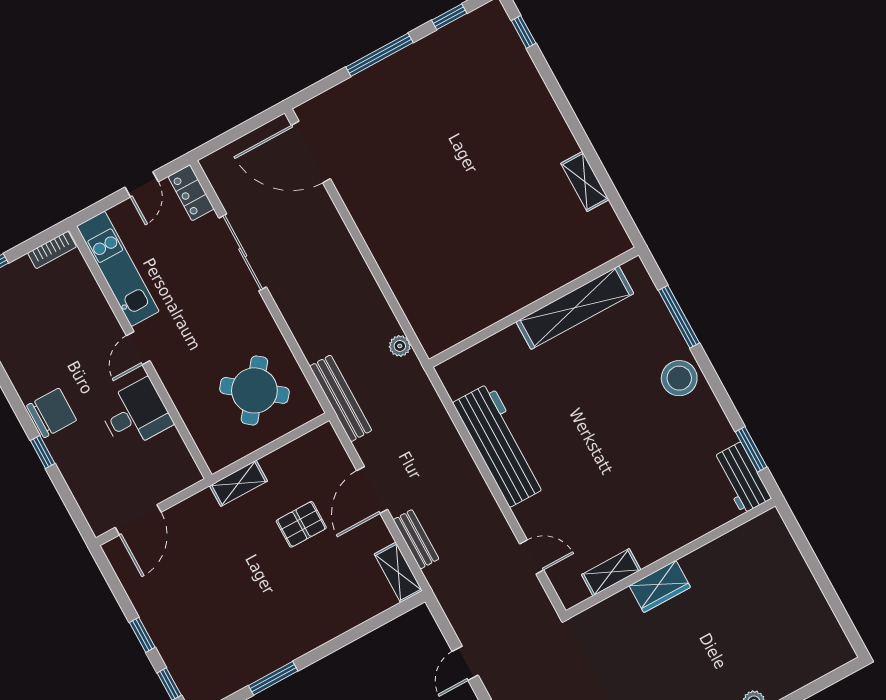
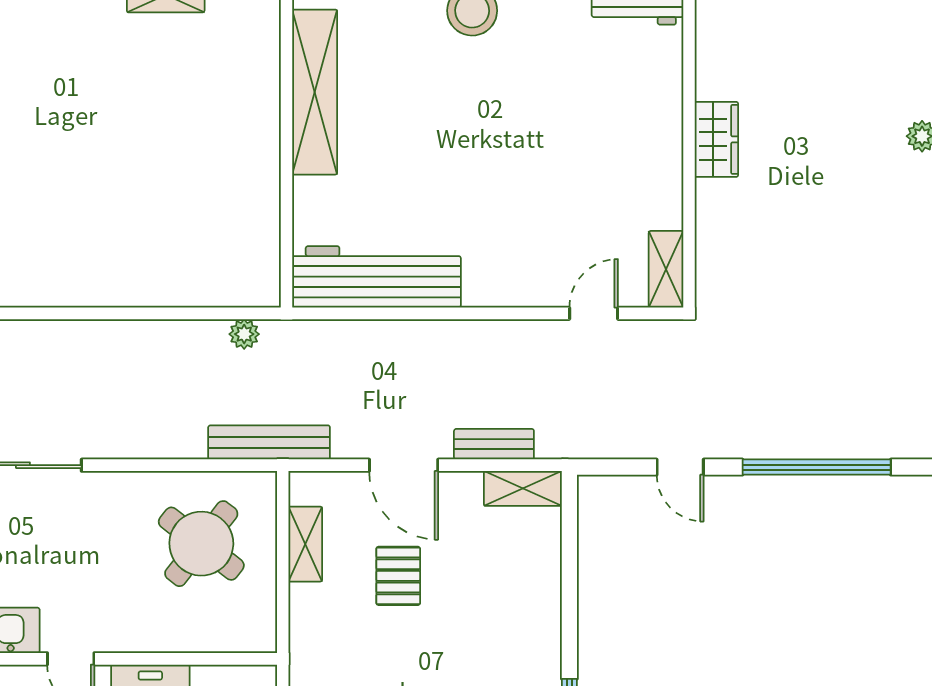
workbench: (500, 445) -> (376, 277), moved
shelving: (238, 483) -> (305, 544), moved
shelving: (611, 572) -> (666, 269), moved
wardrobe: (660, 586) -> (716, 139), moved

